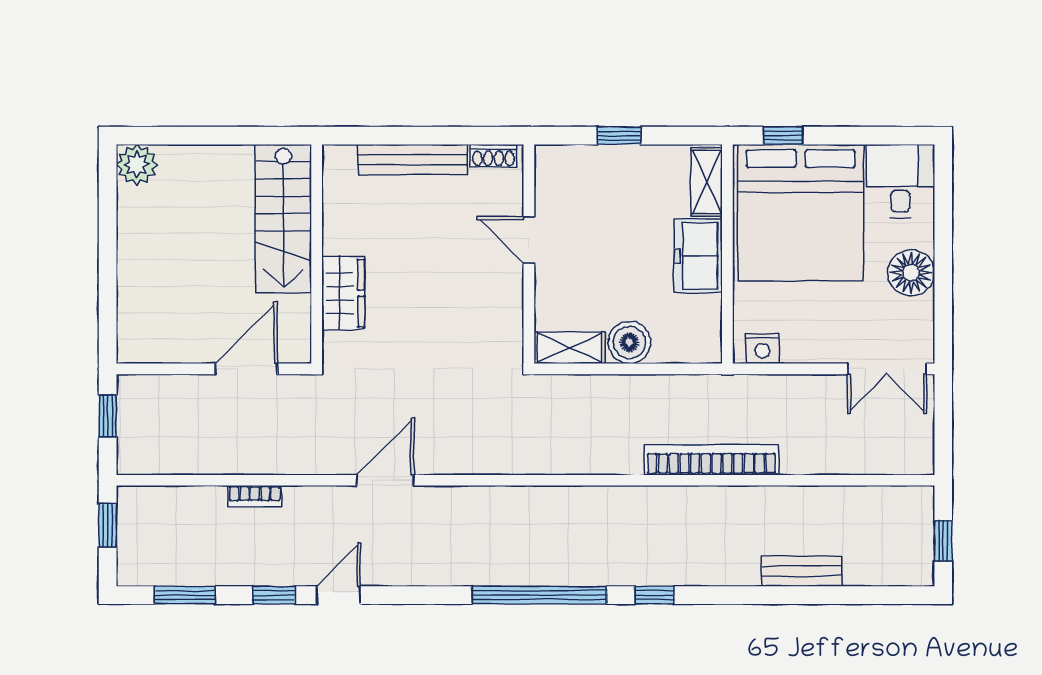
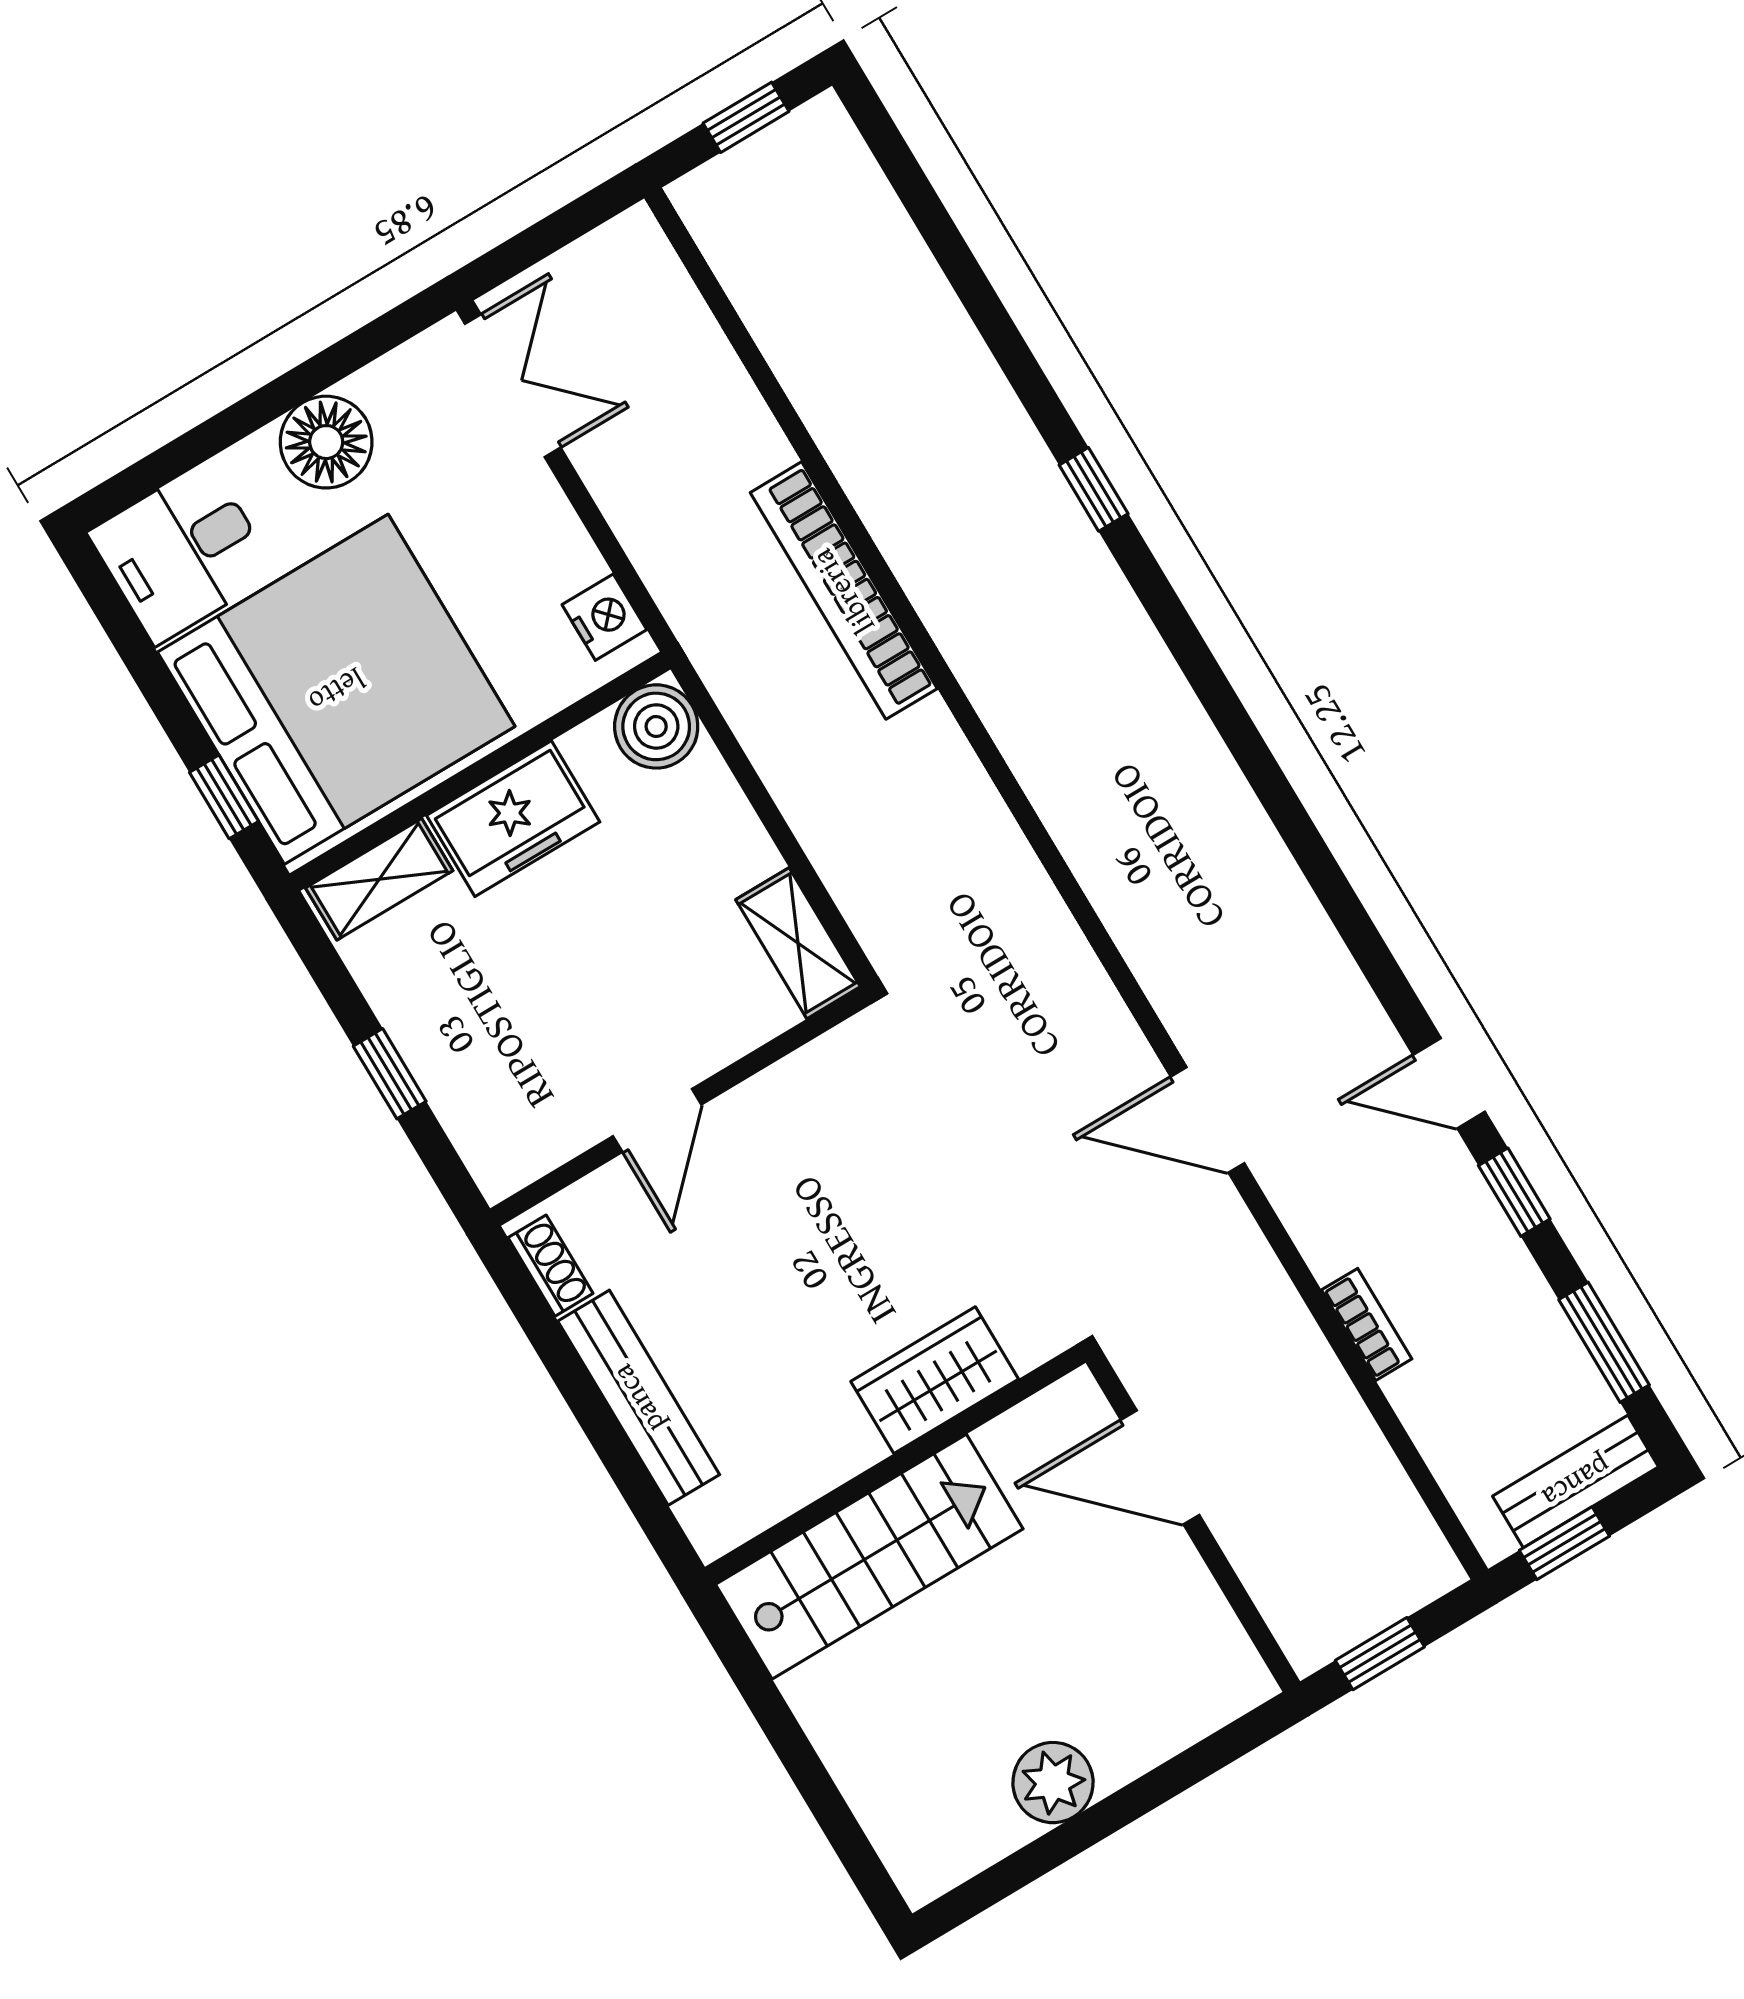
plant: (137, 165) -> (1053, 1783), moved
boiler: (629, 342) -> (656, 726), moved
bench: (802, 571) -> (1576, 1481), moved, turned 90
window: (539, 595) -> (1246, 744), removed
window: (654, 595) -> (1094, 489), moved

